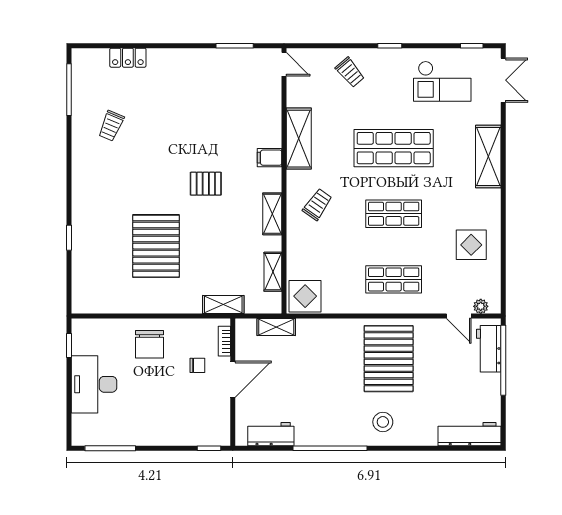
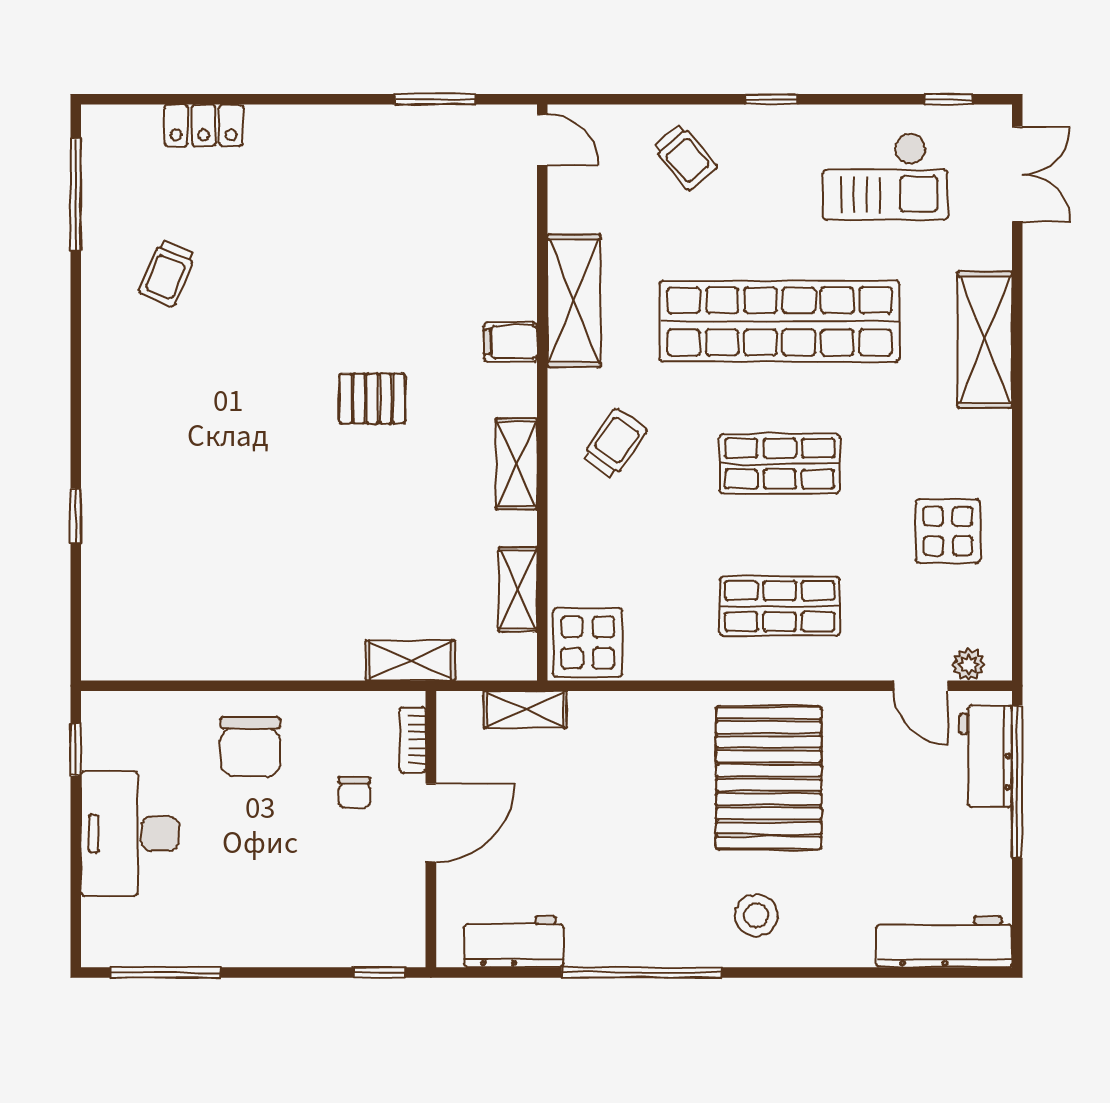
shop shelf: (394, 148) -> (780, 321), width x1.40
pallet: (156, 246) -> (265, 534), removed
chair: (197, 365) -> (354, 793), turned 90

